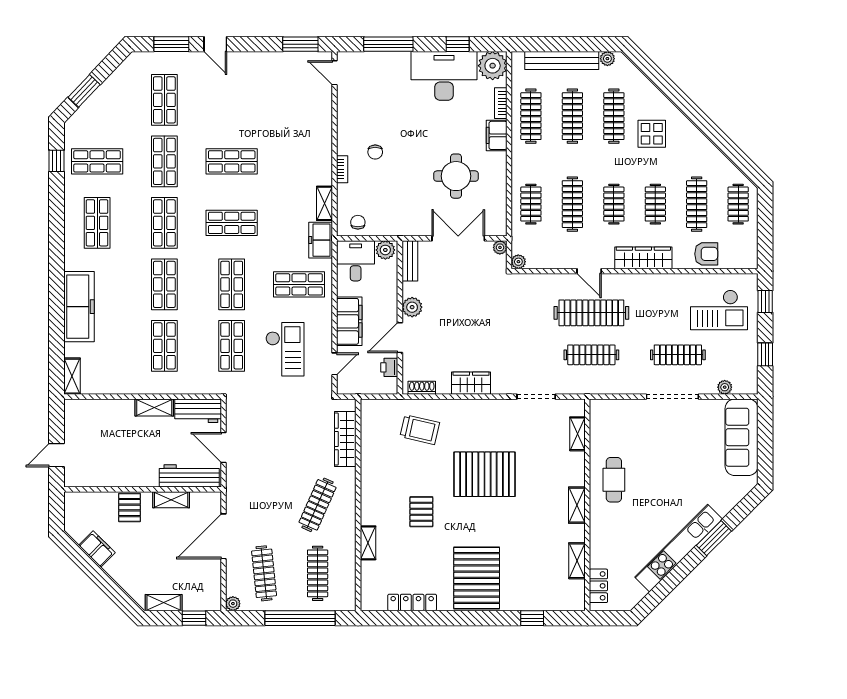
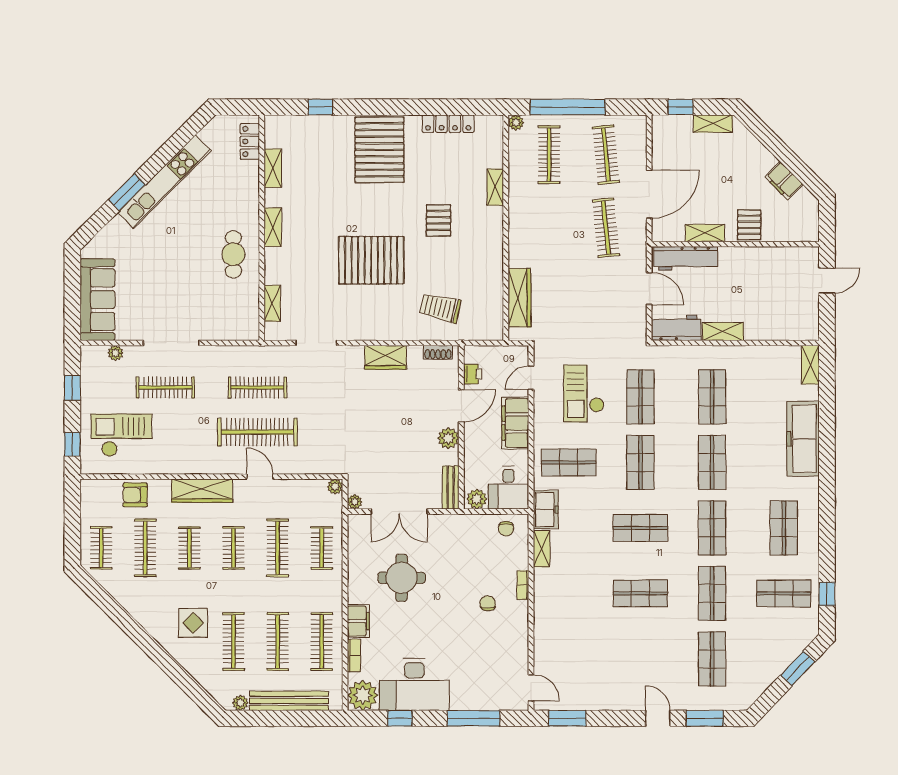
clothes rail: (318, 505) -> (606, 228), moved, turned -30
plant: (233, 604) -> (516, 123), moved

